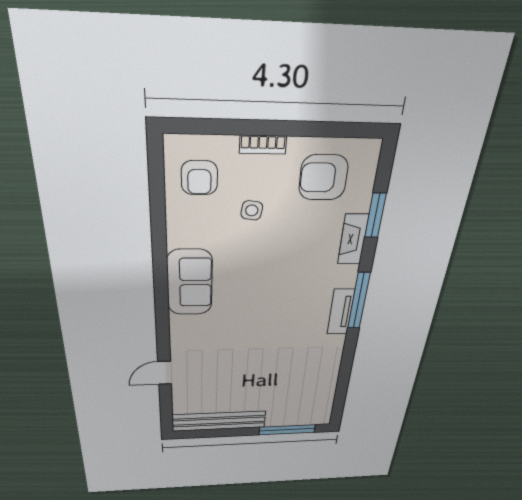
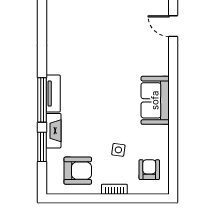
window: (359, 301) -> (42, 100), moved
tv unit: (341, 312) -> (53, 94), moved
door: (165, 373) -> (173, 26), swing flipped

